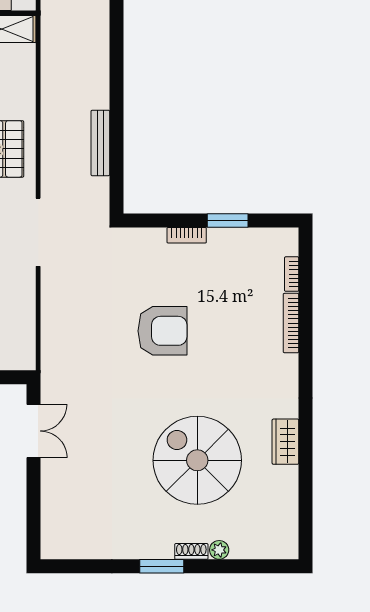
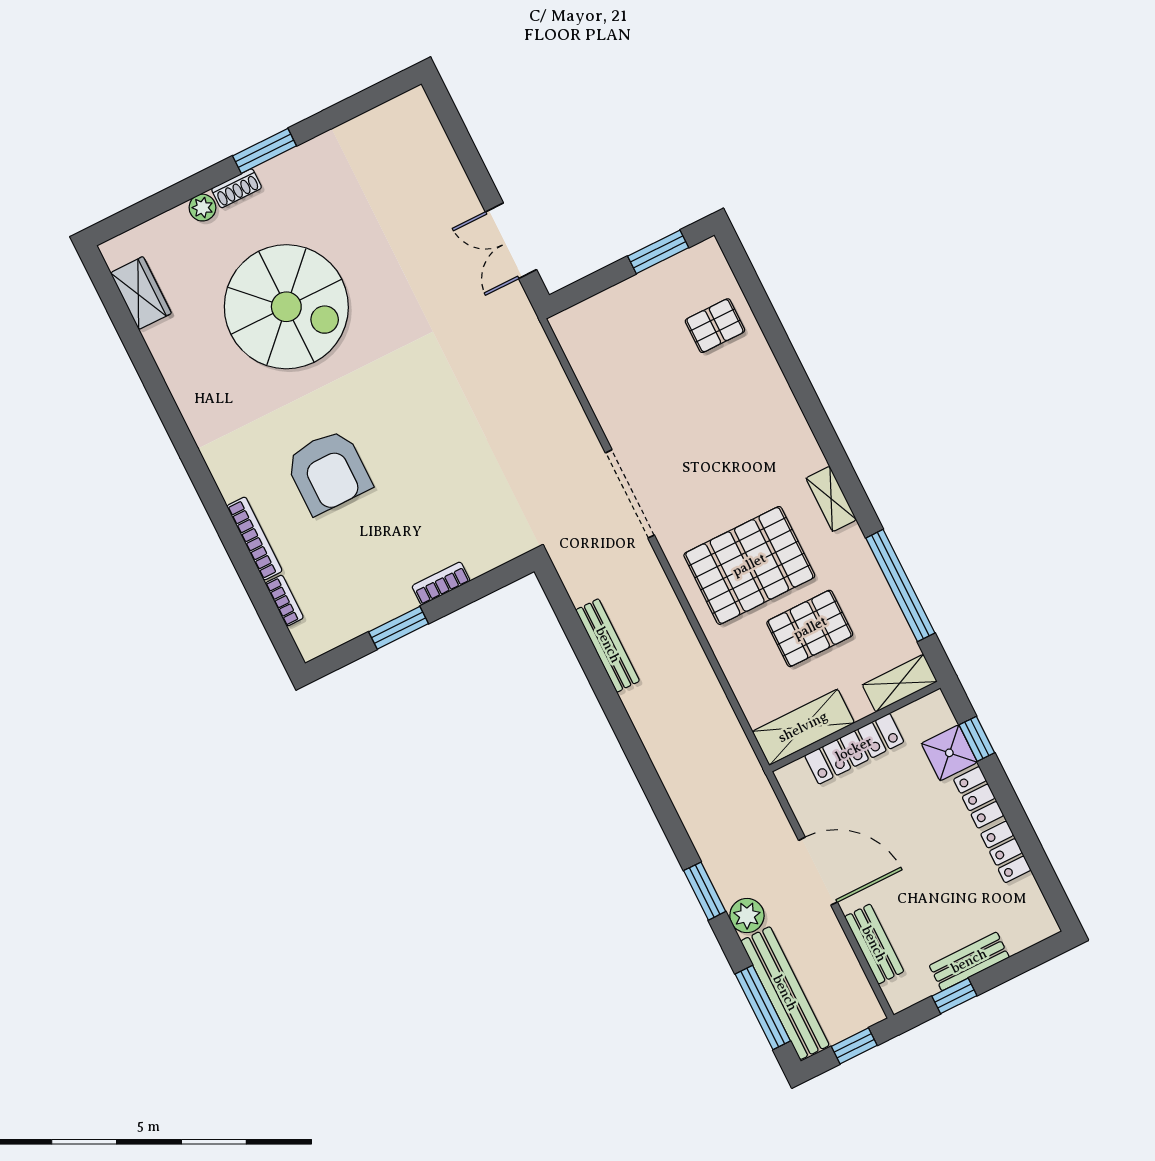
armchair: (162, 331) -> (328, 472), moved, turned -90
wardrobe: (285, 442) -> (141, 293), moved

